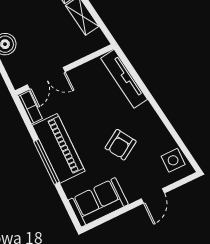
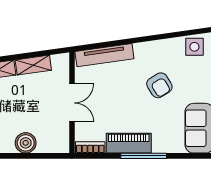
double door: (46, 78) -> (72, 103), moved
piano: (59, 148) -> (129, 143), width x0.73, depth x0.75

